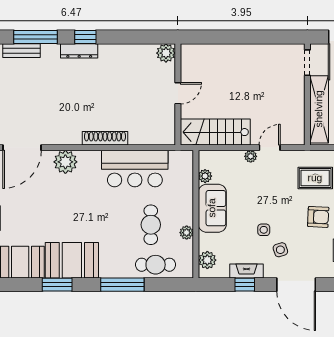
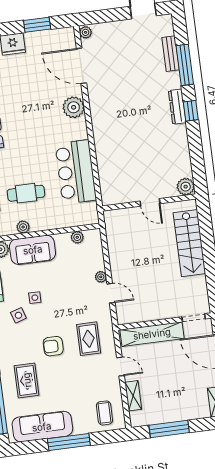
stairs: (215, 132) -> (189, 243), moved, turned 180
shoe rack: (105, 138) -> (100, 141), removed
sofa: (212, 208) -> (33, 250), moved
armchair: (318, 217) -> (53, 346), turned 87

